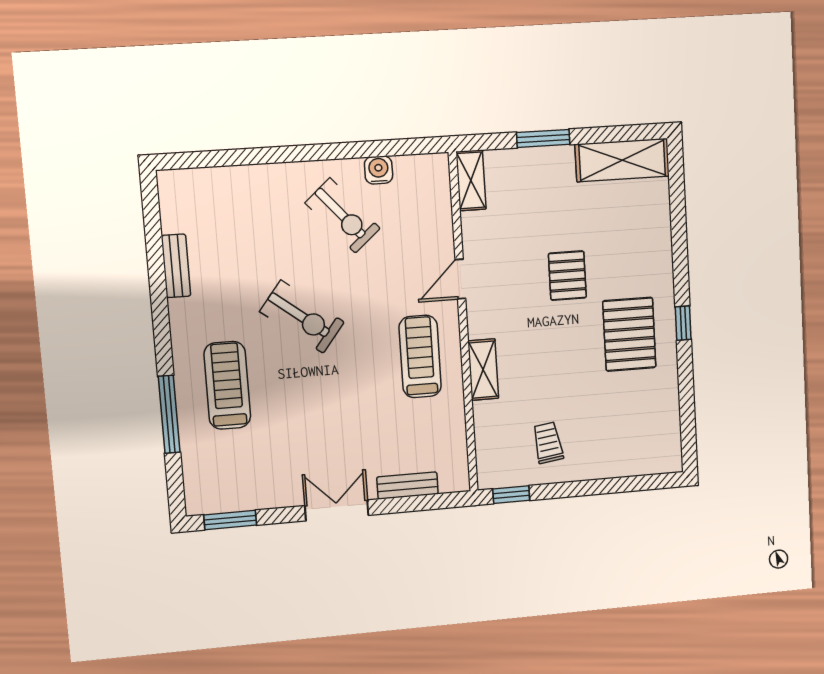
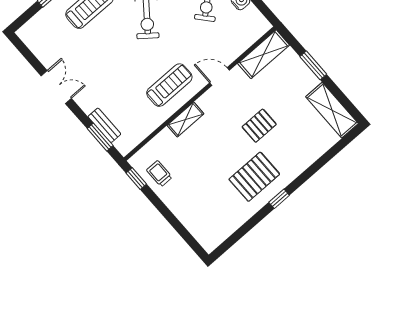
shelving: (471, 180) -> (264, 54), width x1.50, depth x1.33
trolley: (548, 443) -> (159, 174), moved, turned -82
double door: (337, 510) -> (56, 87), moved
window: (230, 520) -> (100, 137), moved

